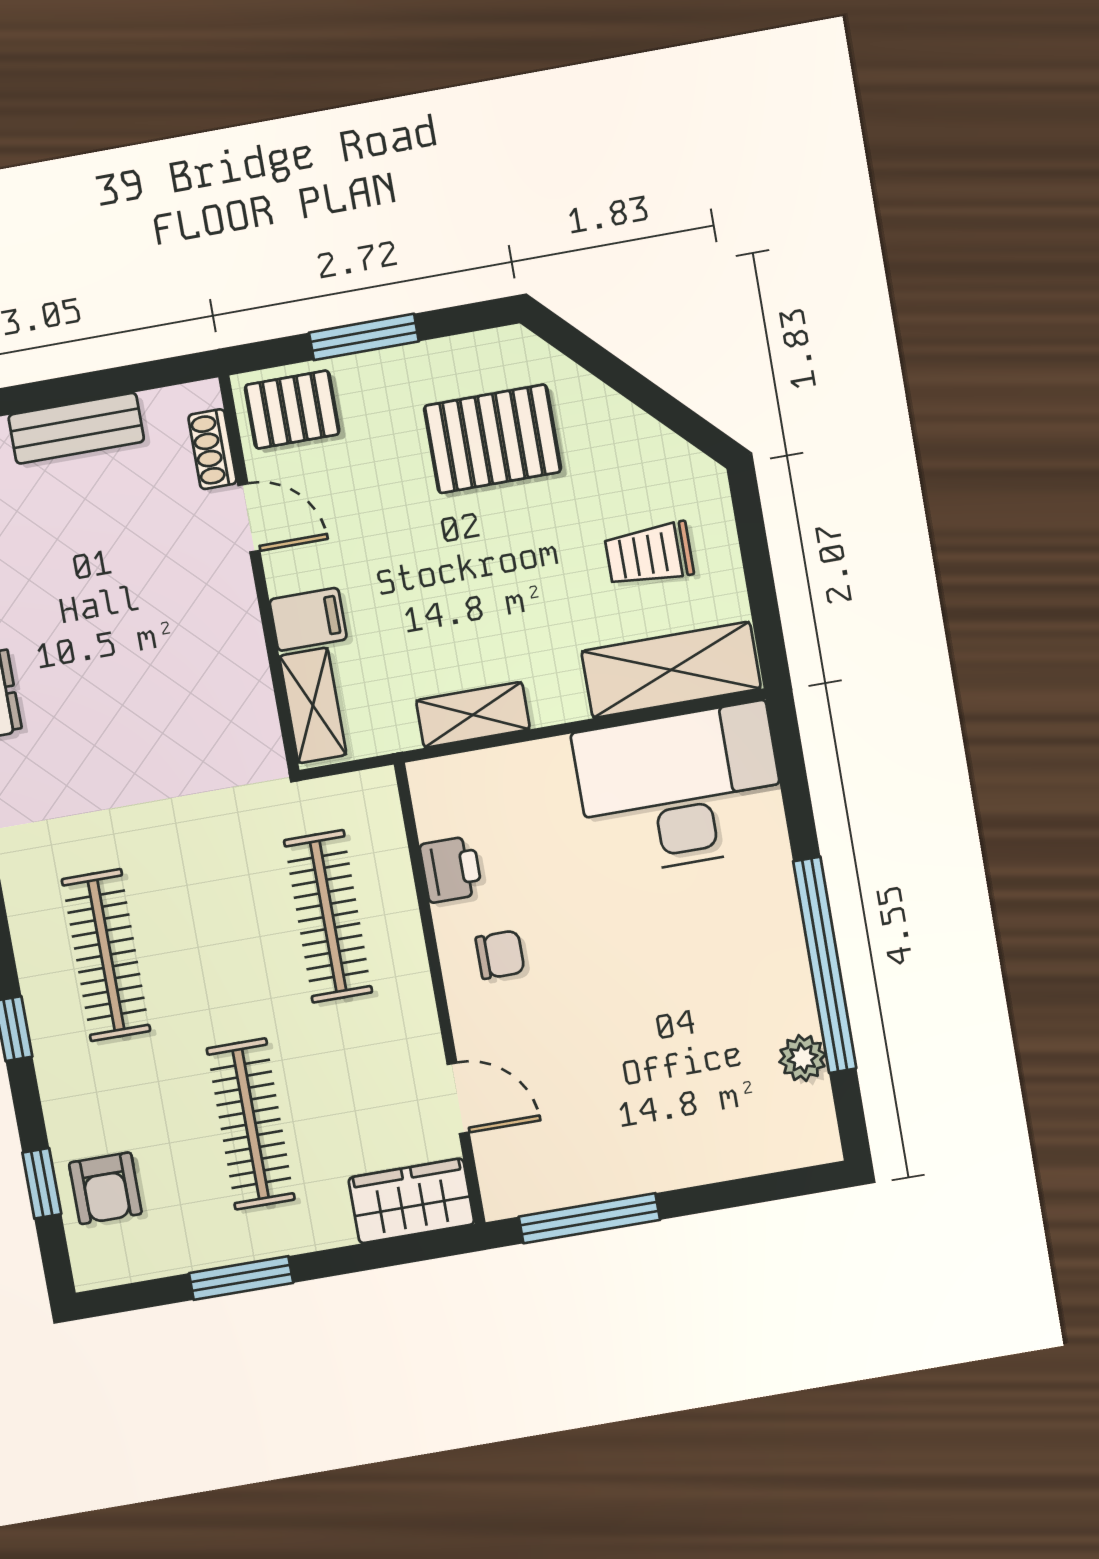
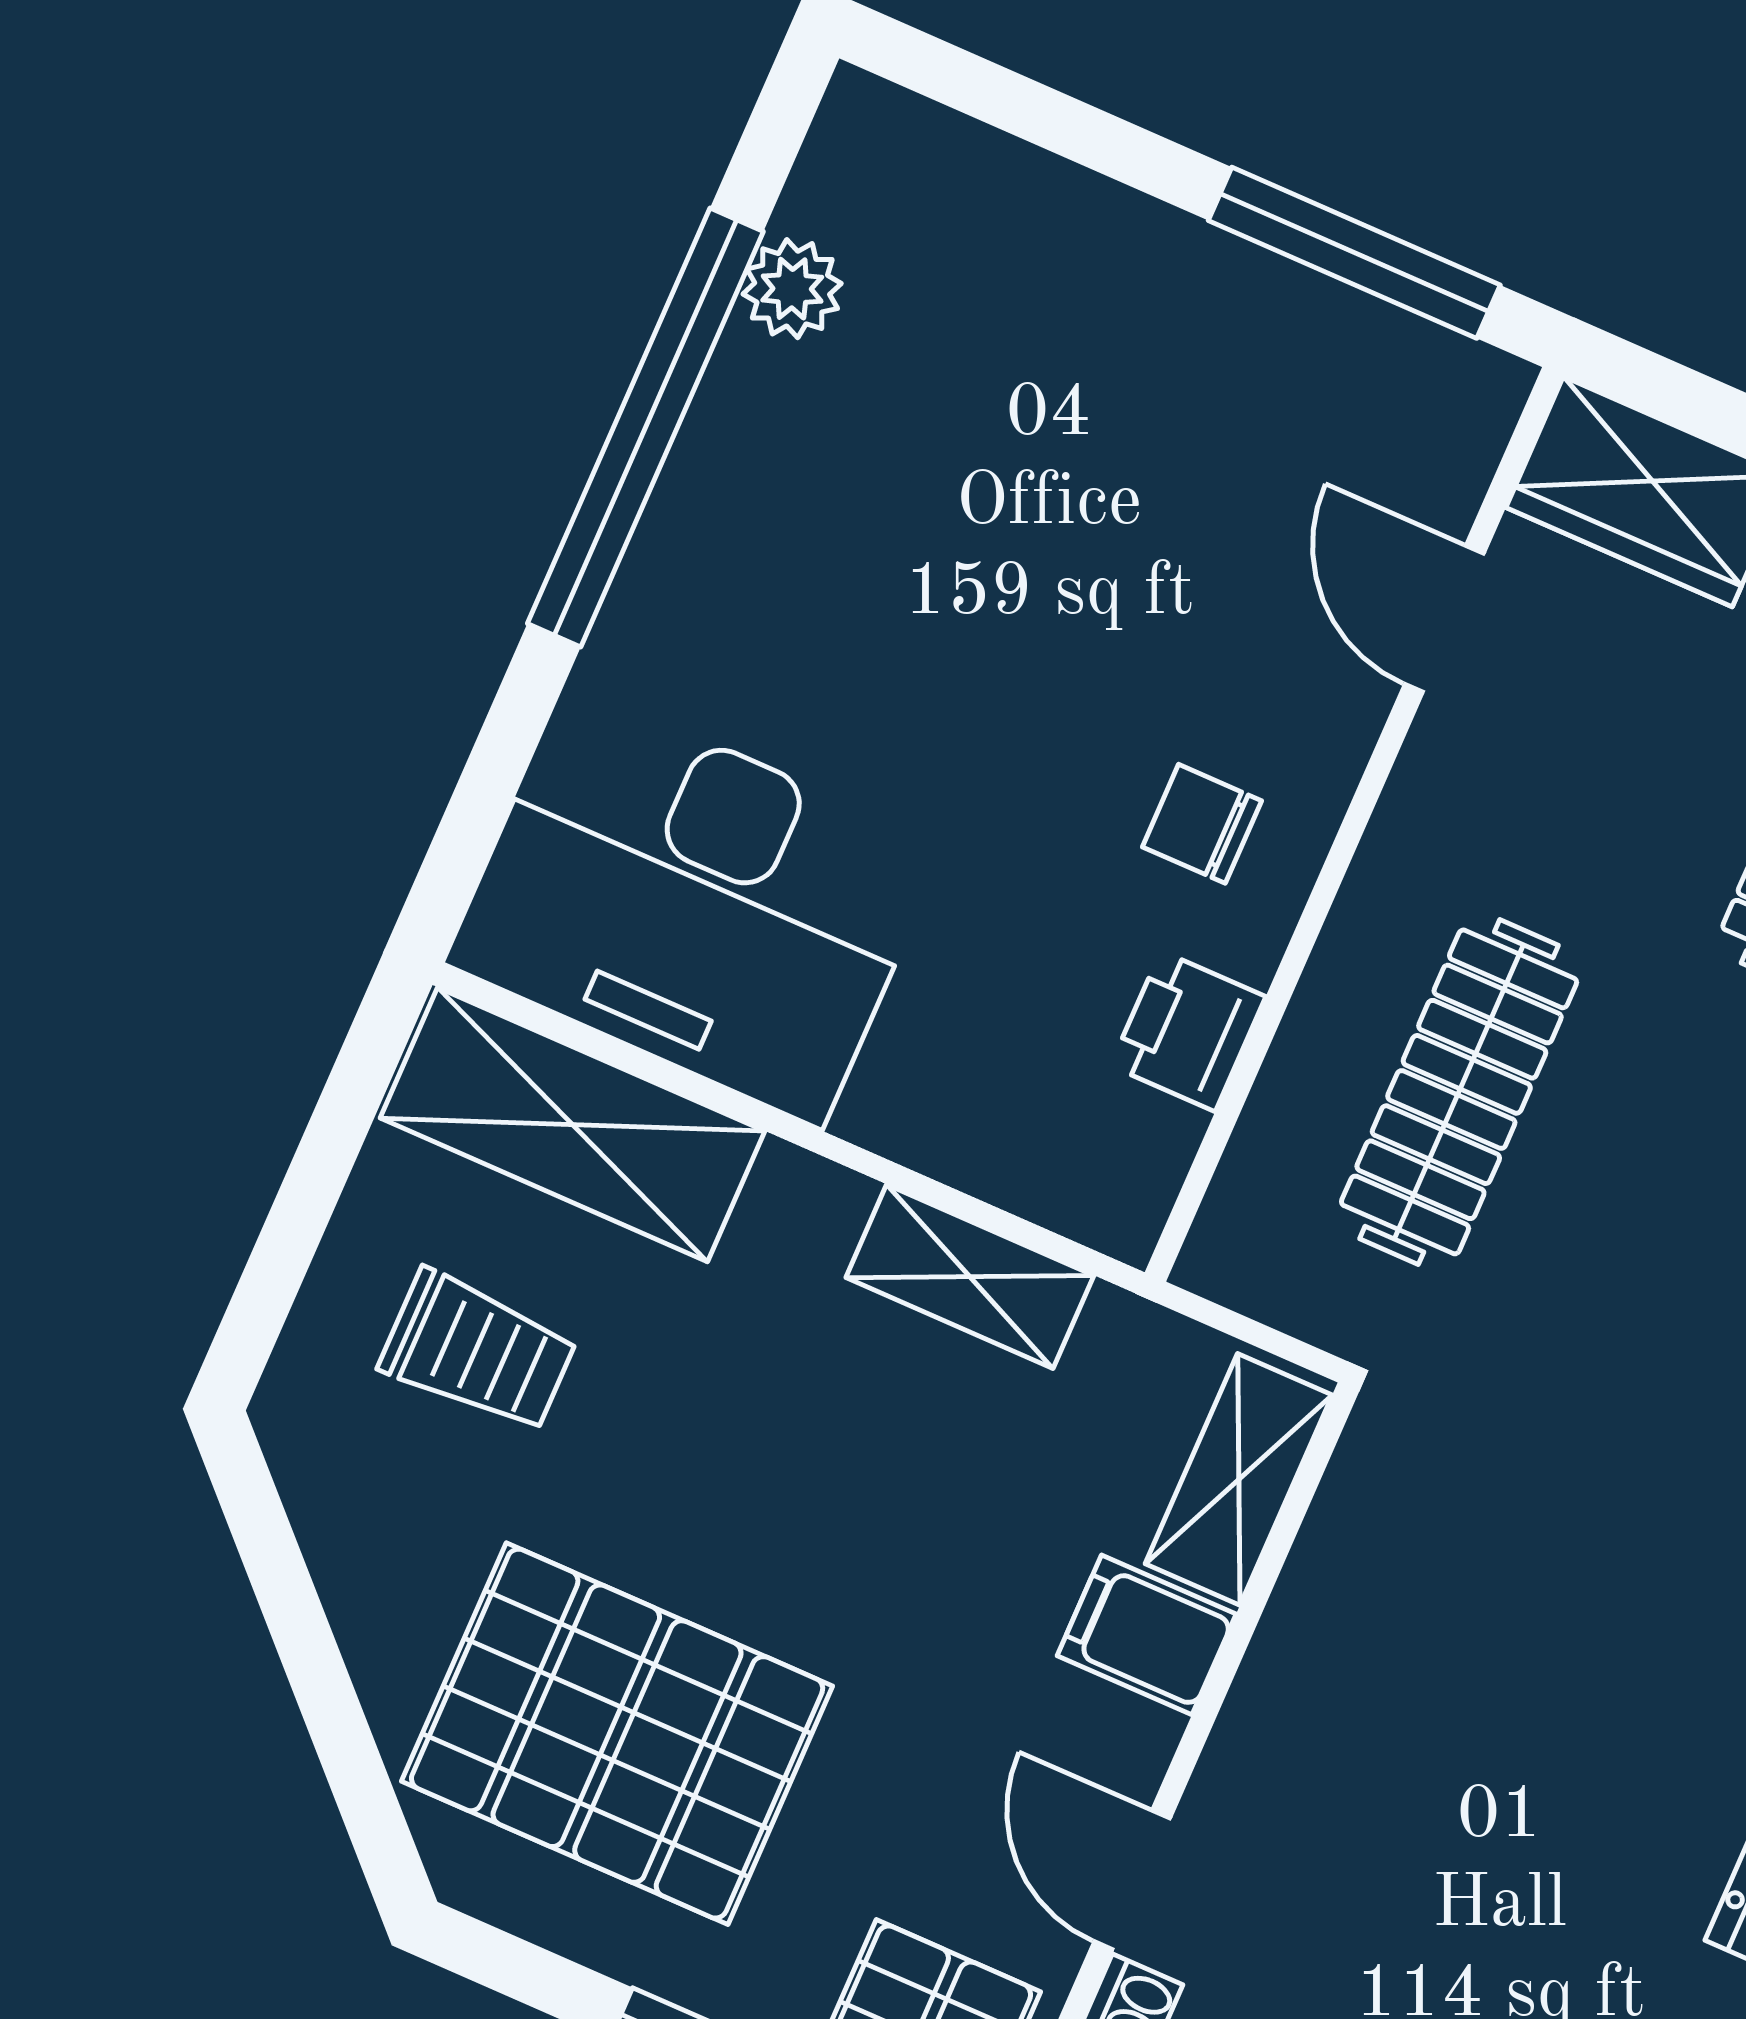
pallet: (493, 439) -> (617, 1734), width x1.37, depth x1.41

